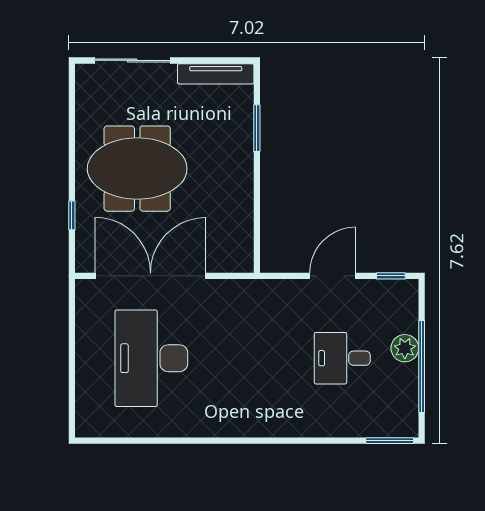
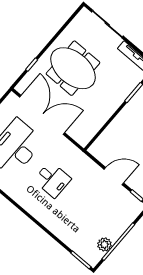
plant: (405, 348) -> (104, 244), moved
desk: (342, 358) -> (52, 180), moved, turned 180

